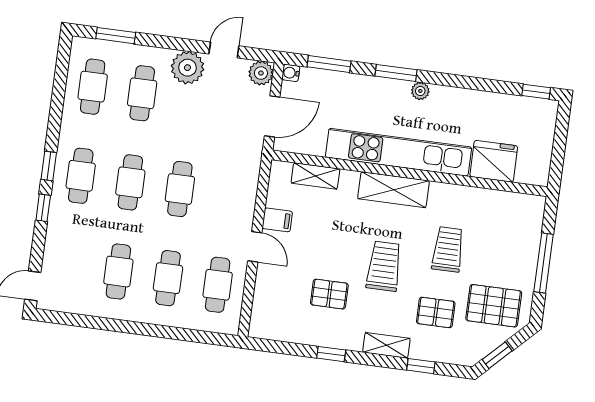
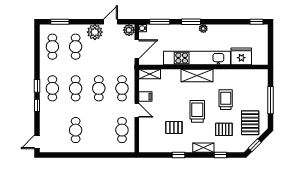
shelving: (315, 176) -> (150, 74), moved
cafe table: (168, 278) -> (122, 88), moved
pallet: (494, 306) -> (250, 123), turned 90

